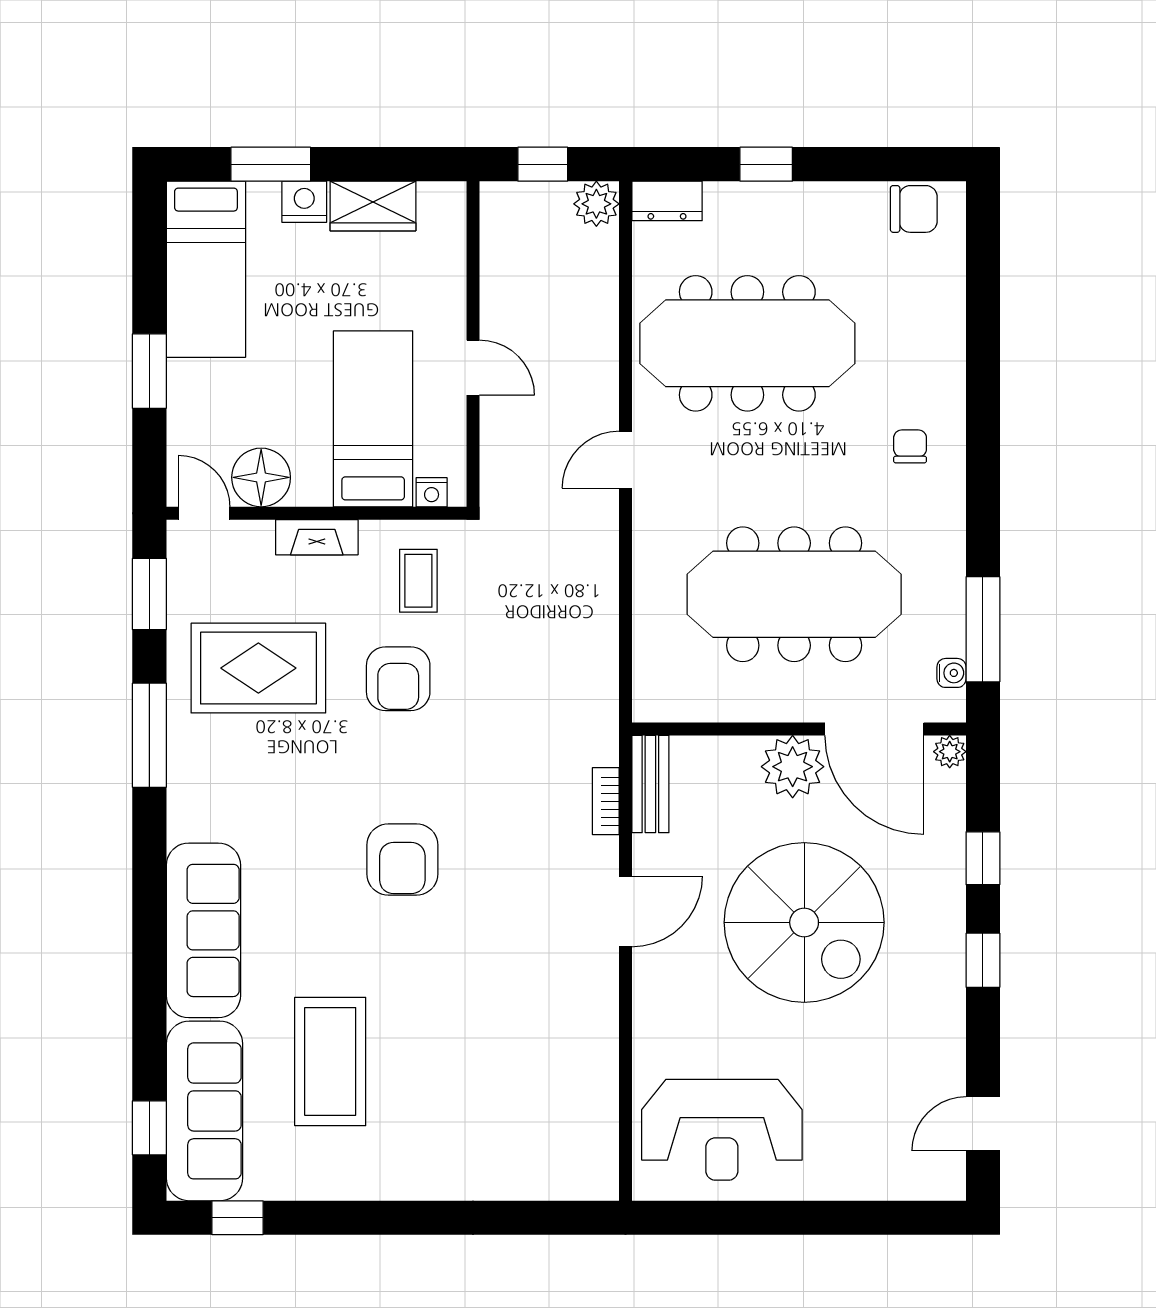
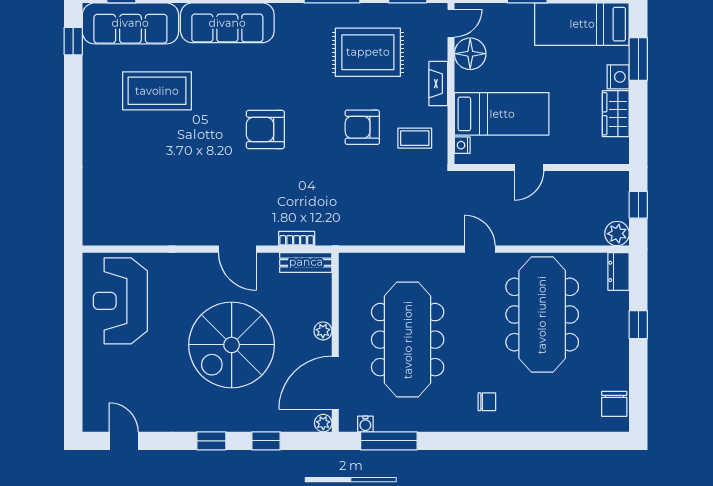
rug: (258, 668) -> (368, 52), turned 90
plant: (793, 767) -> (323, 331), width x0.53, depth x0.53

